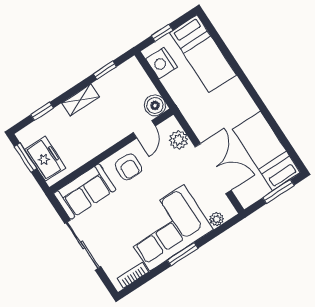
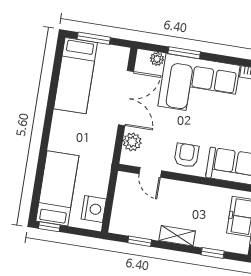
window: (162, 33) -> (49, 227), moved
boiler: (155, 105) -> (127, 183), removed
door: (144, 129) -> (150, 172), swing flipped
double door: (213, 169) -> (126, 98), swing flipped
window: (183, 254) -> (184, 53), moved

